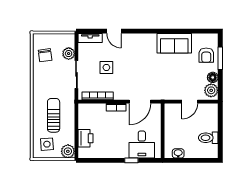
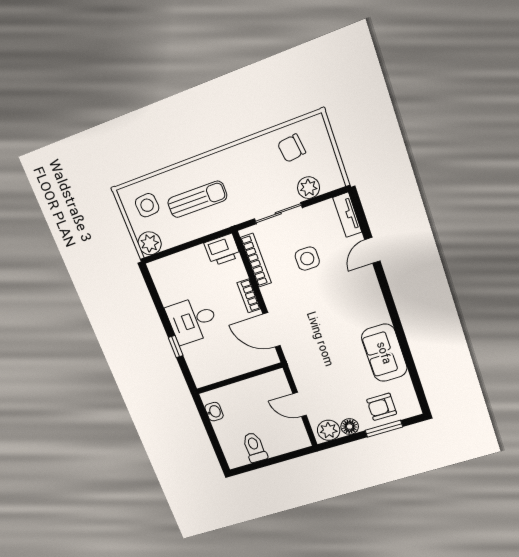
printer: (85, 138) -> (222, 250), moved
desk: (142, 145) -> (192, 320), moved

